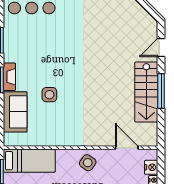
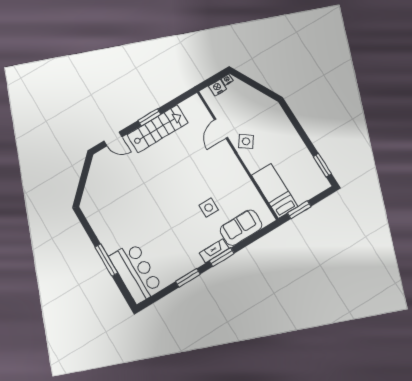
window: (161, 91) -> (149, 117), width x0.69
door: (127, 148) -> (221, 129), moved

